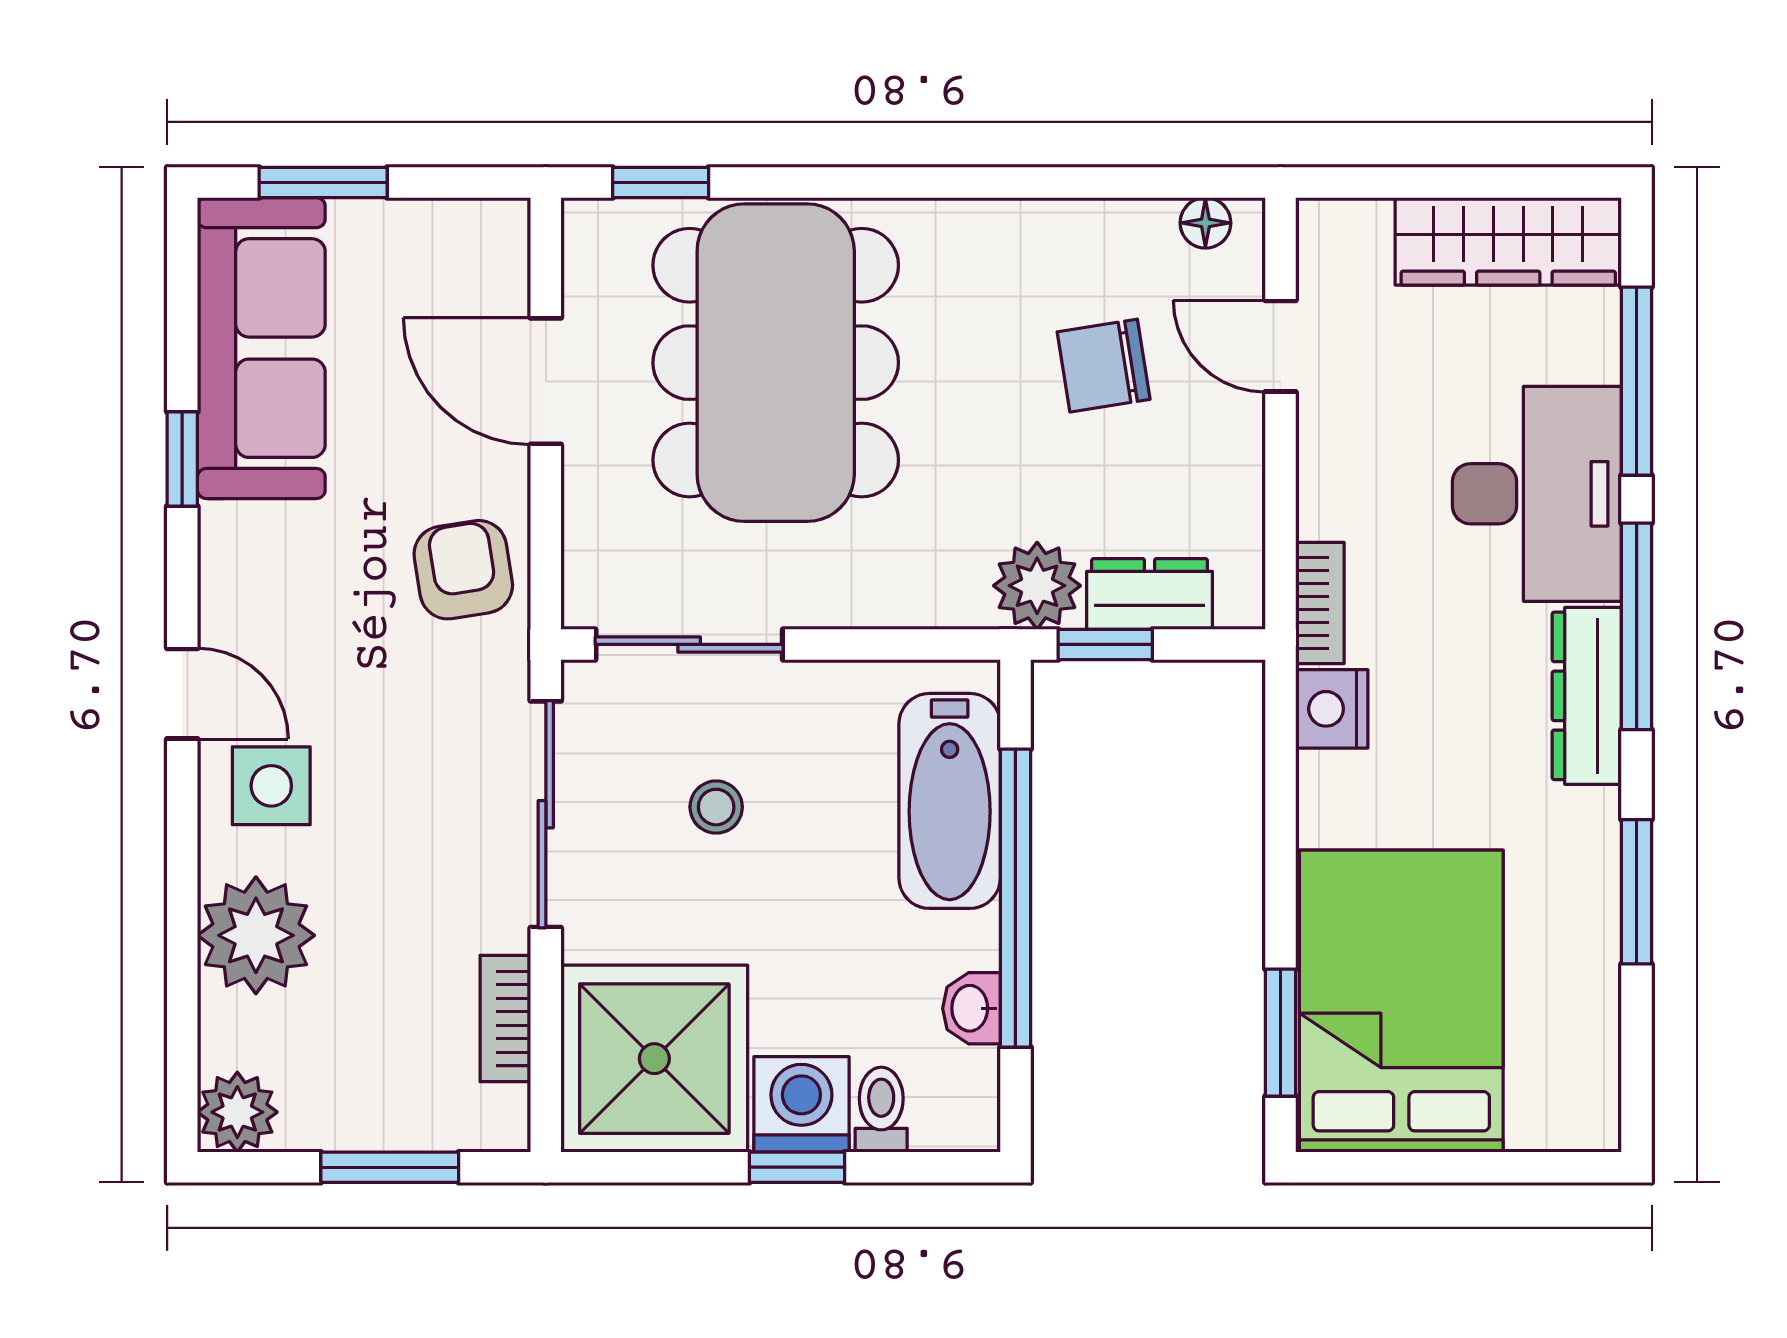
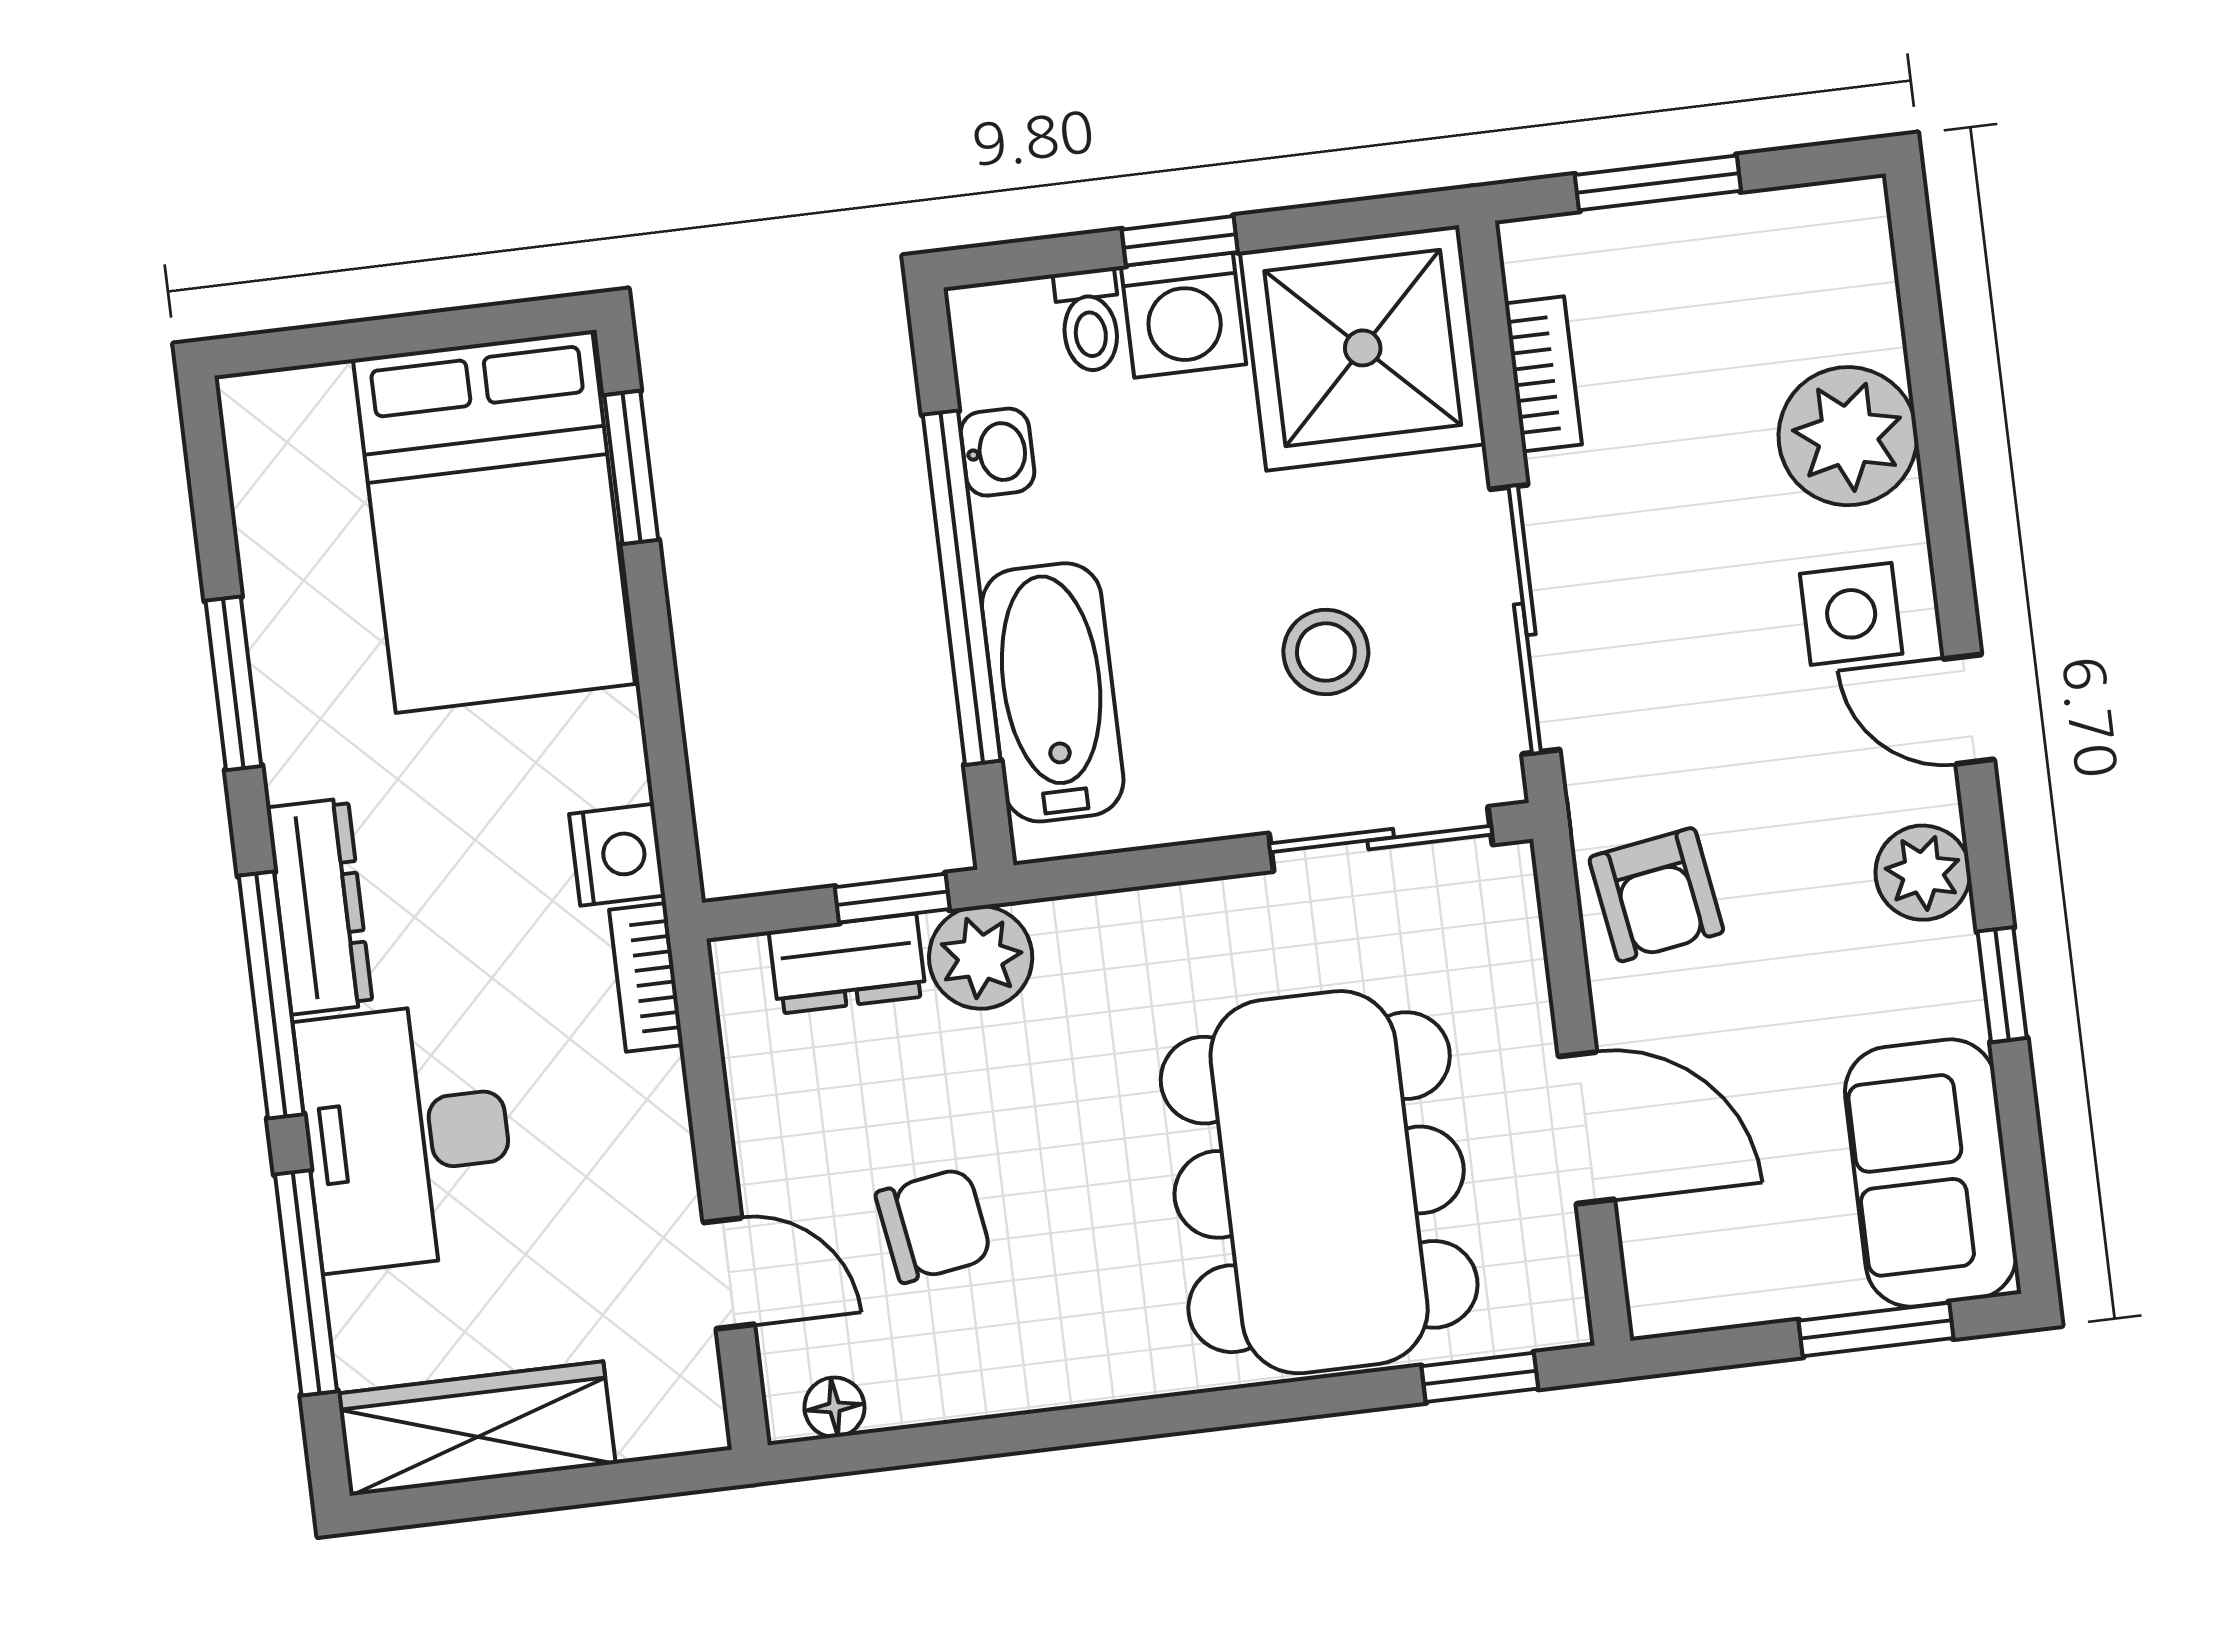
sofa: (261, 348) -> (1931, 1173), width x0.73
stool: (716, 807) -> (1326, 652), width x1.37, depth x1.37
plant: (237, 1112) -> (1923, 873), moved

